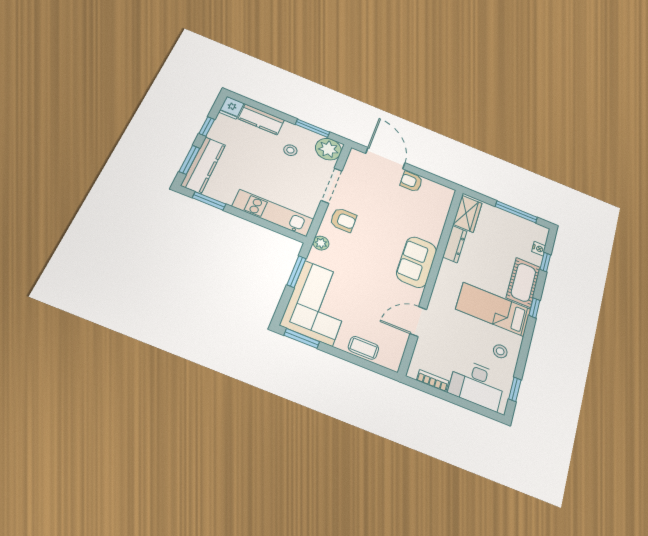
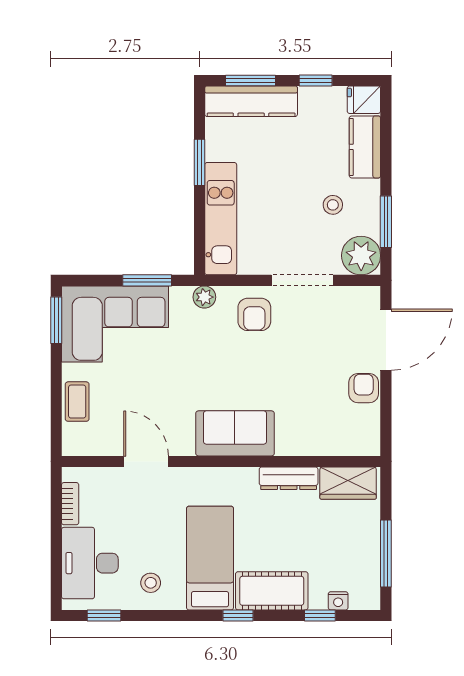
window: (209, 201) -> (199, 162), moved

